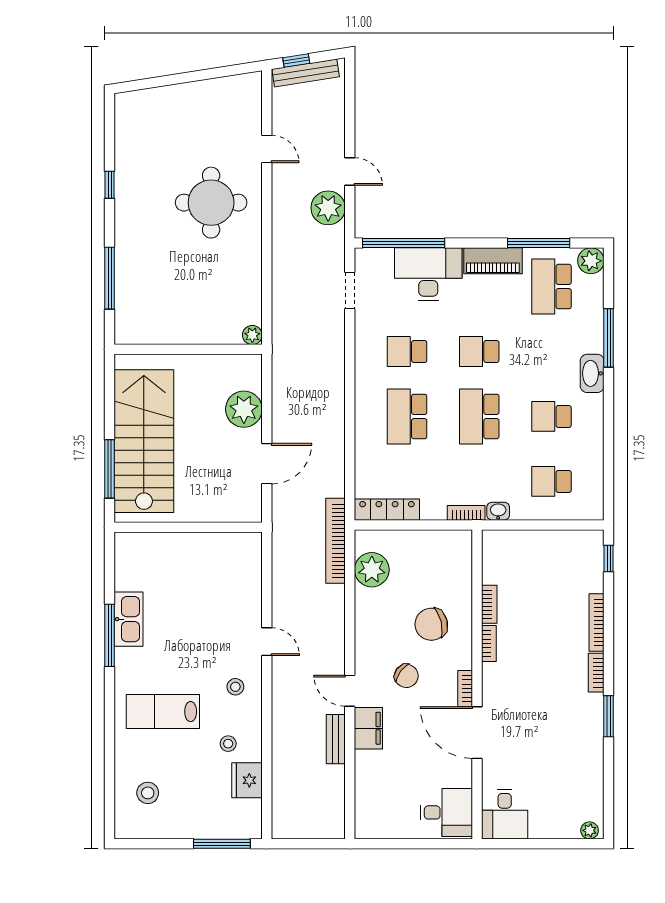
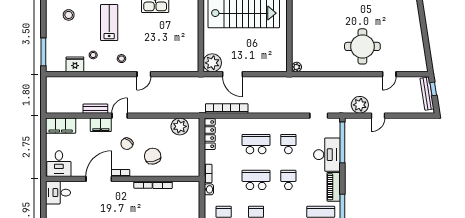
plant: (244, 409) -> (212, 63), moved
bookcase: (336, 541) -> (227, 108), moved
filing cabinet: (370, 809) -> (61, 126), added

